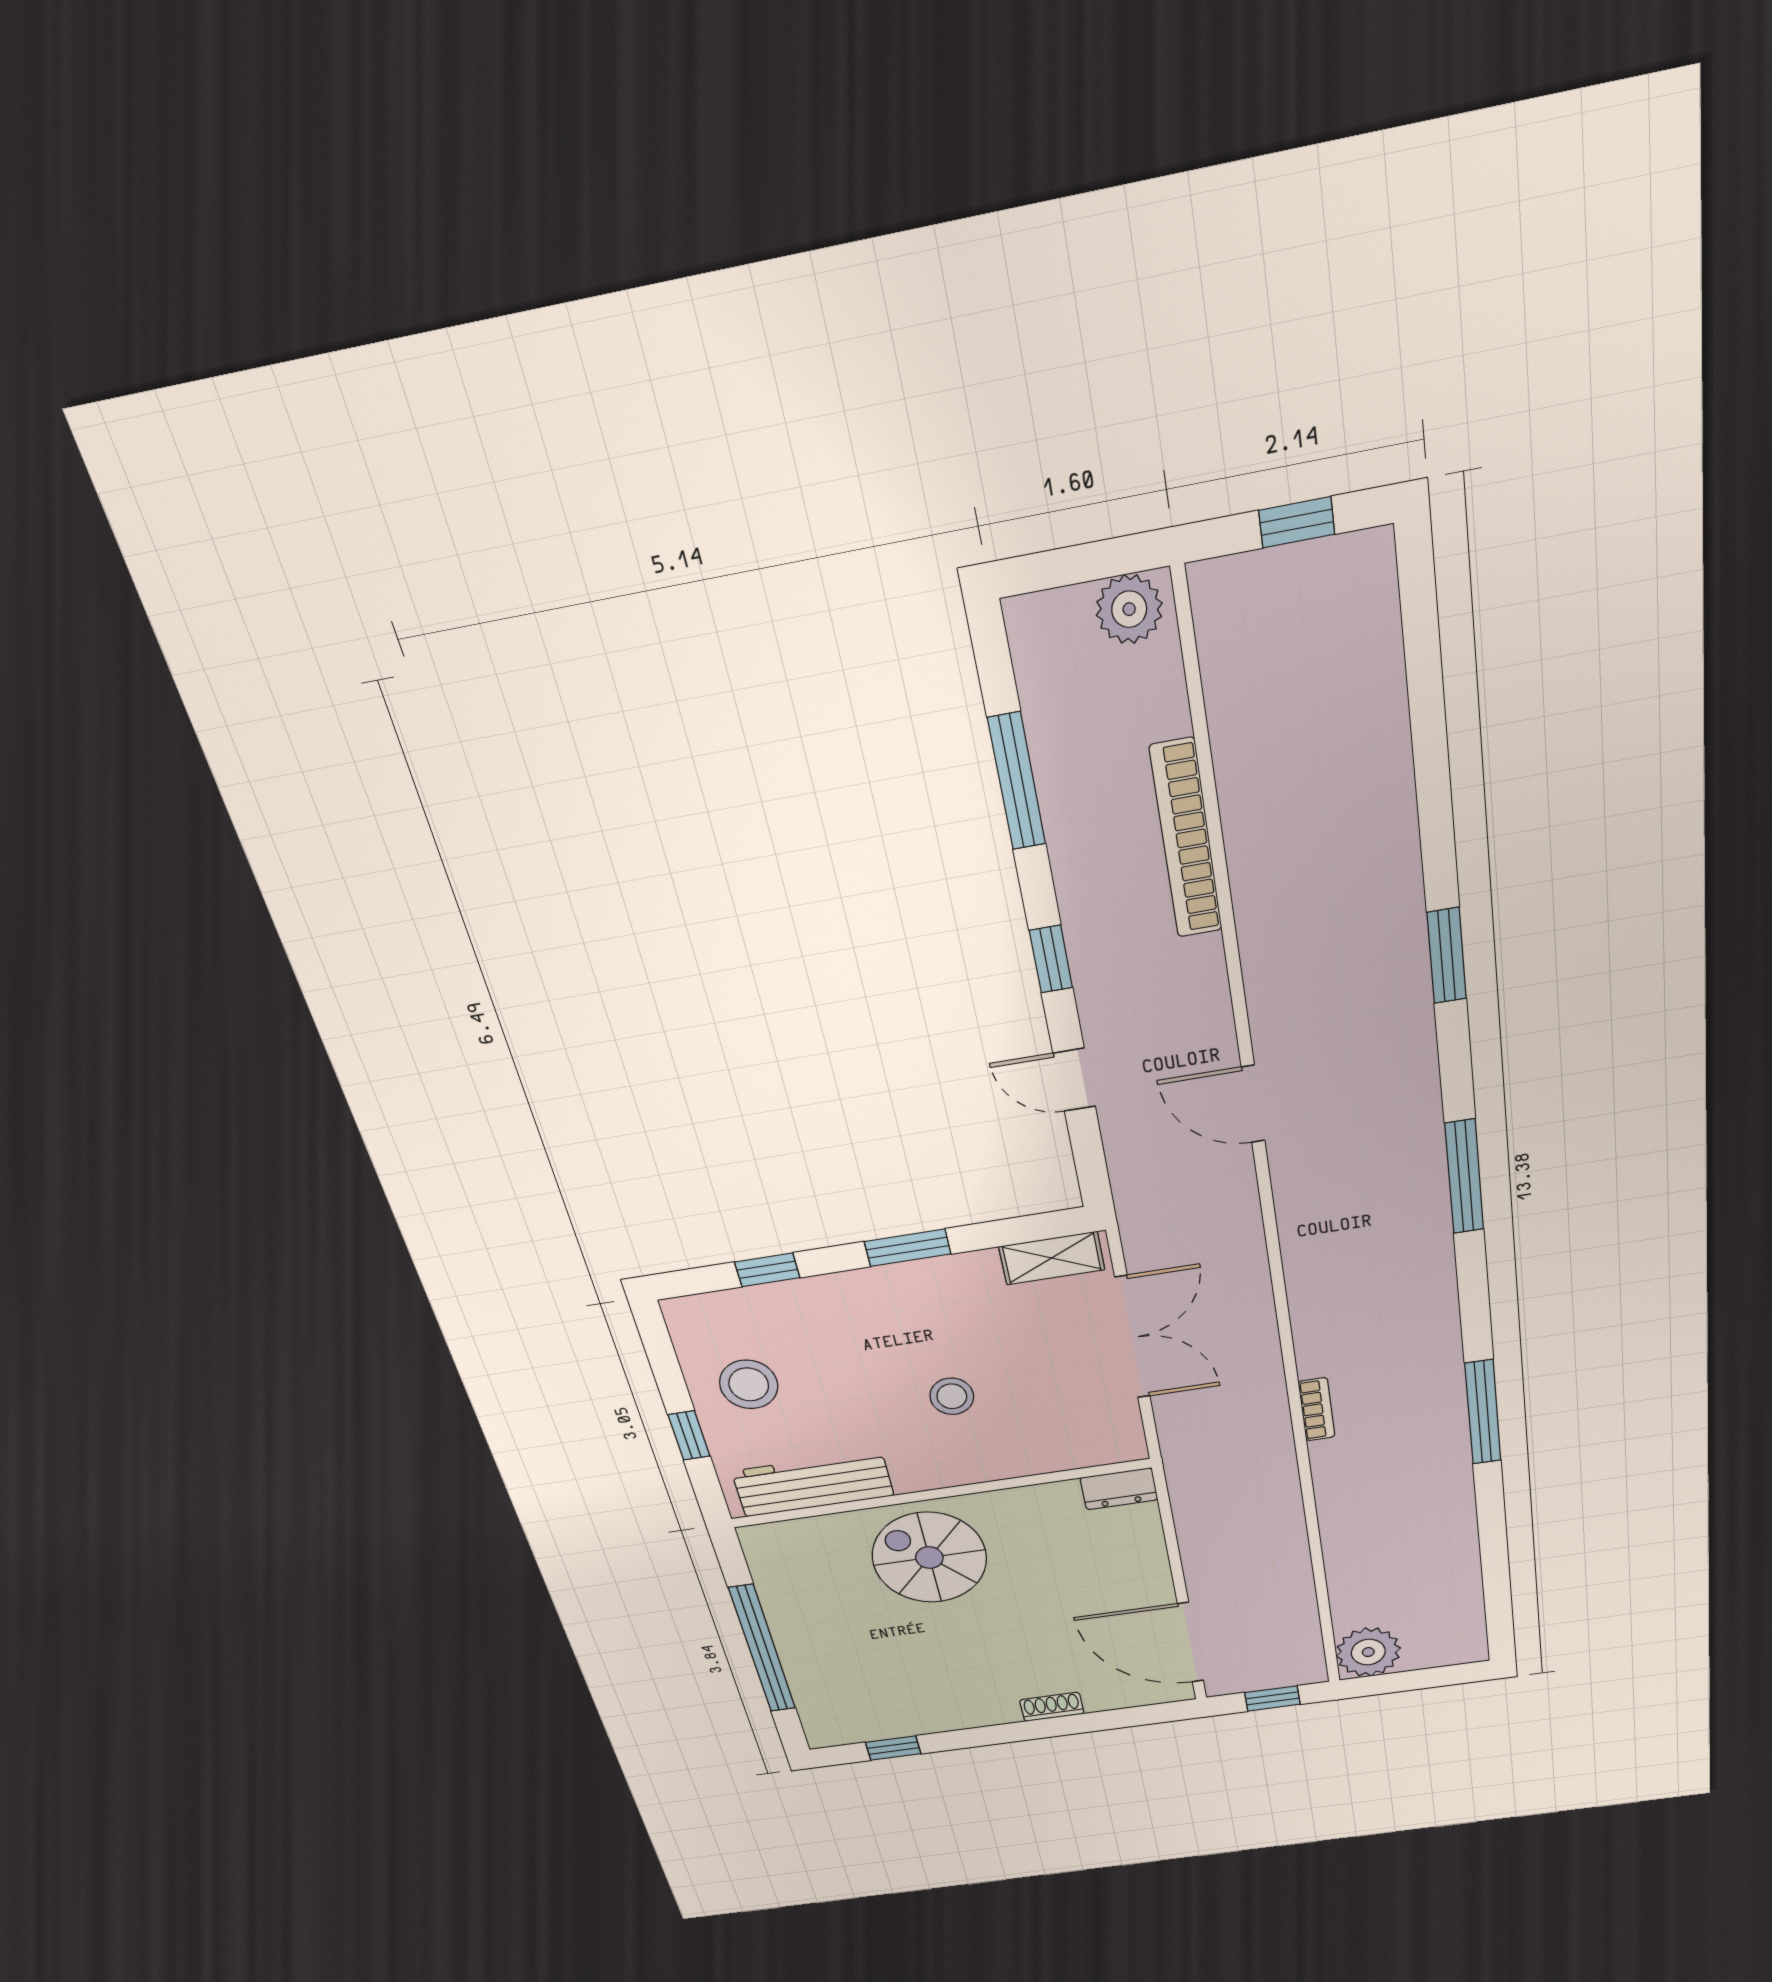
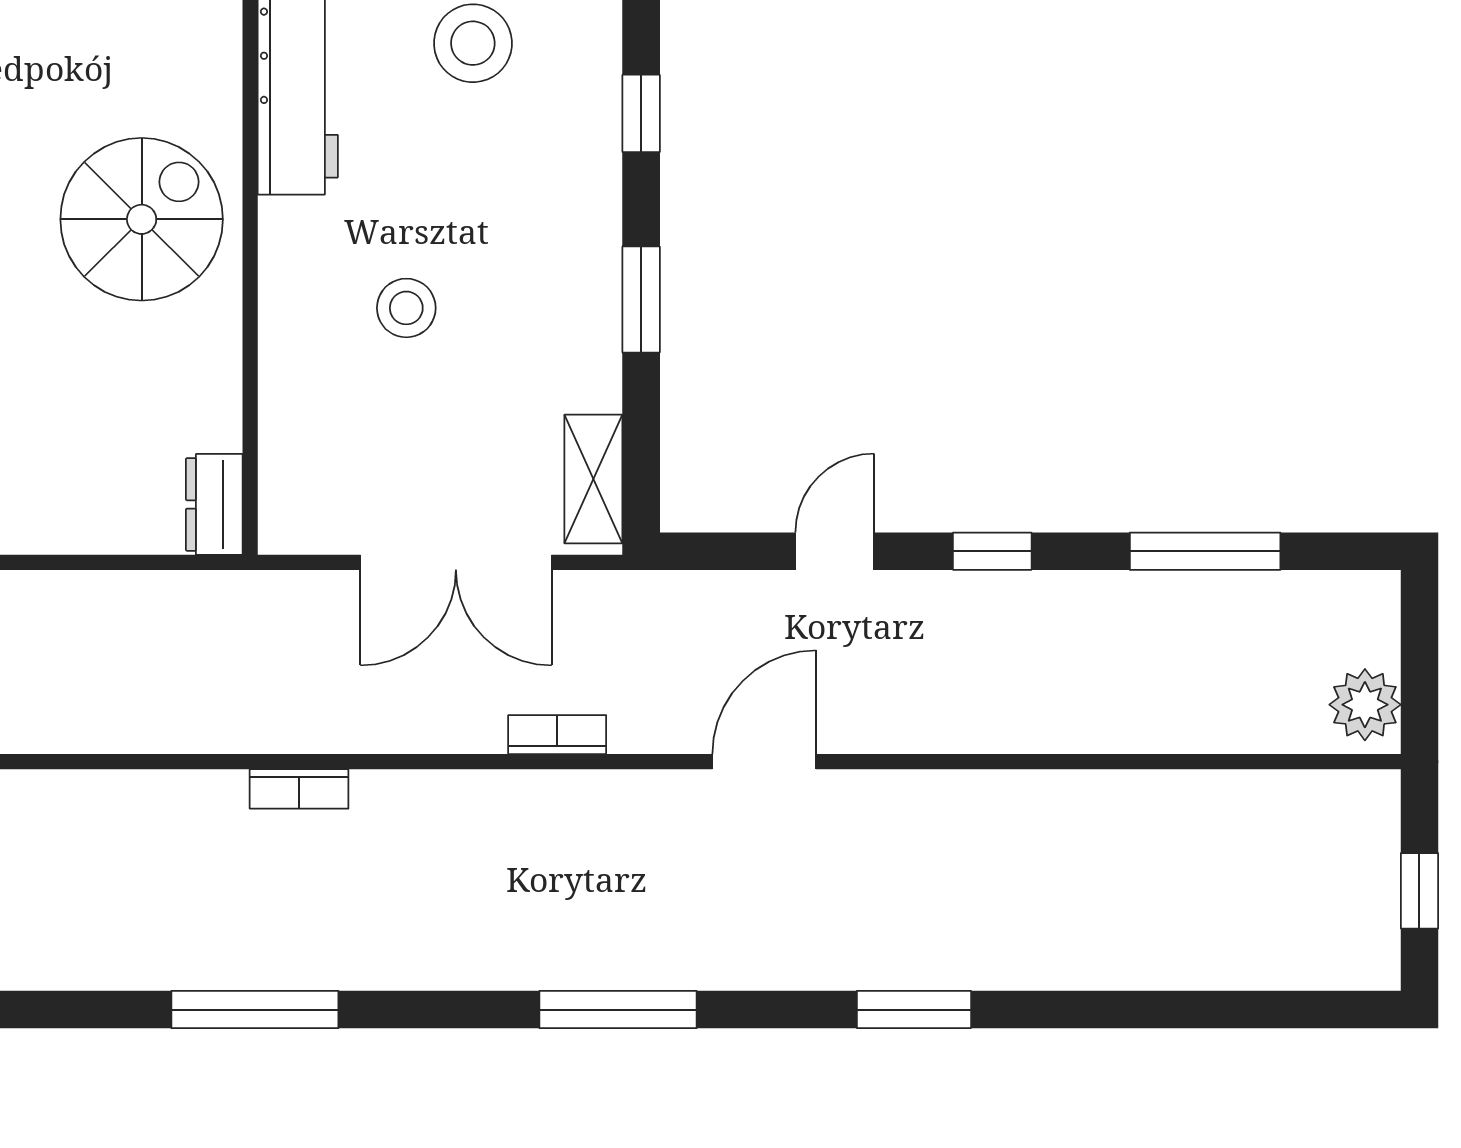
bookcase: (1186, 839) -> (557, 735), moved, width x0.43, depth x0.76

